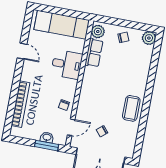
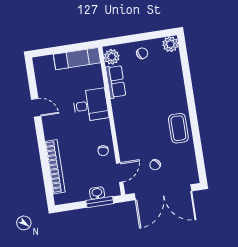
exam couch: (62, 25) -> (77, 59), width x0.73, depth x0.69

